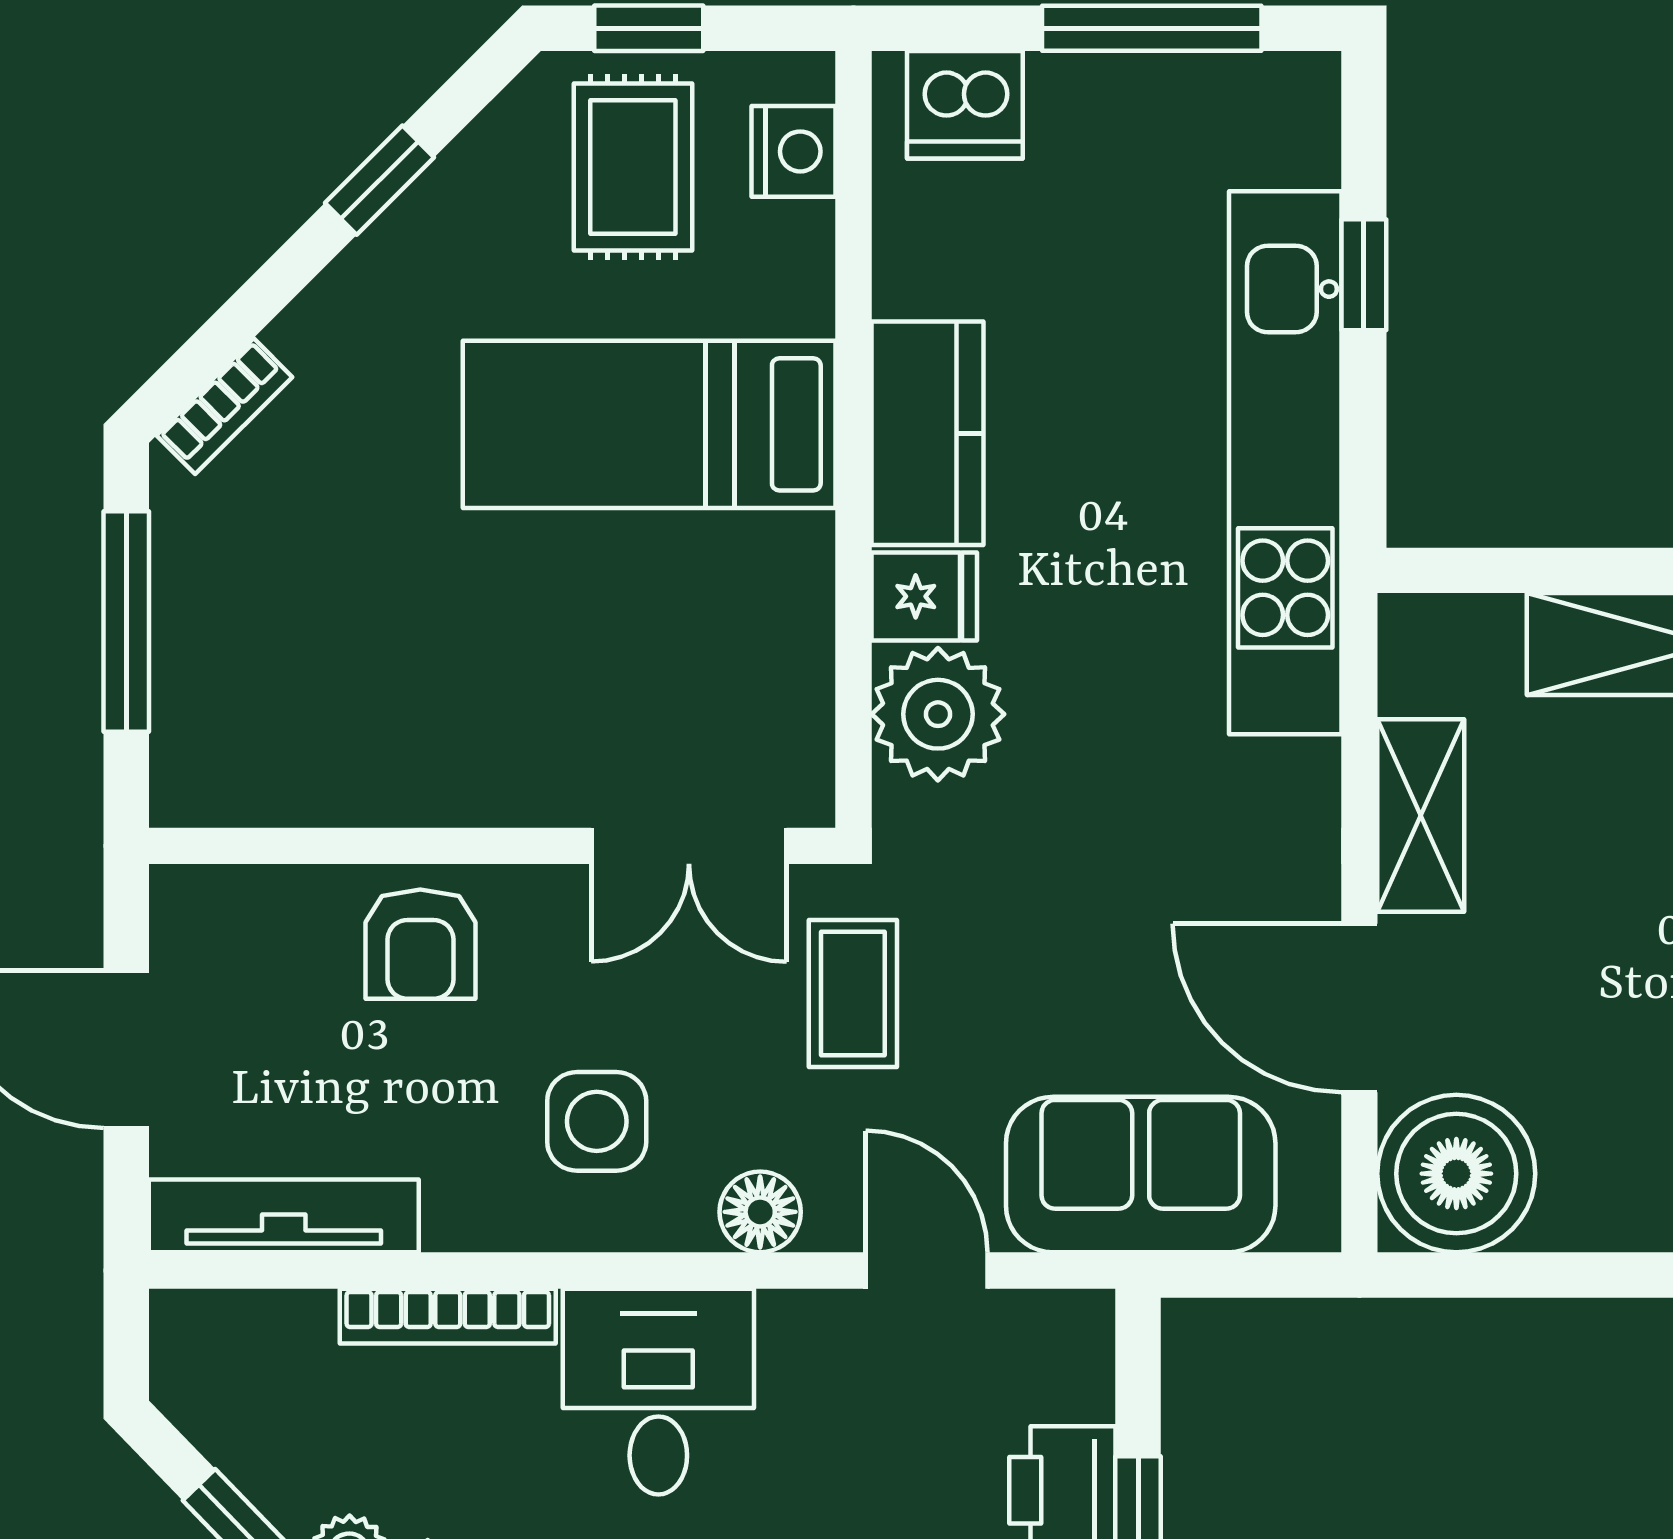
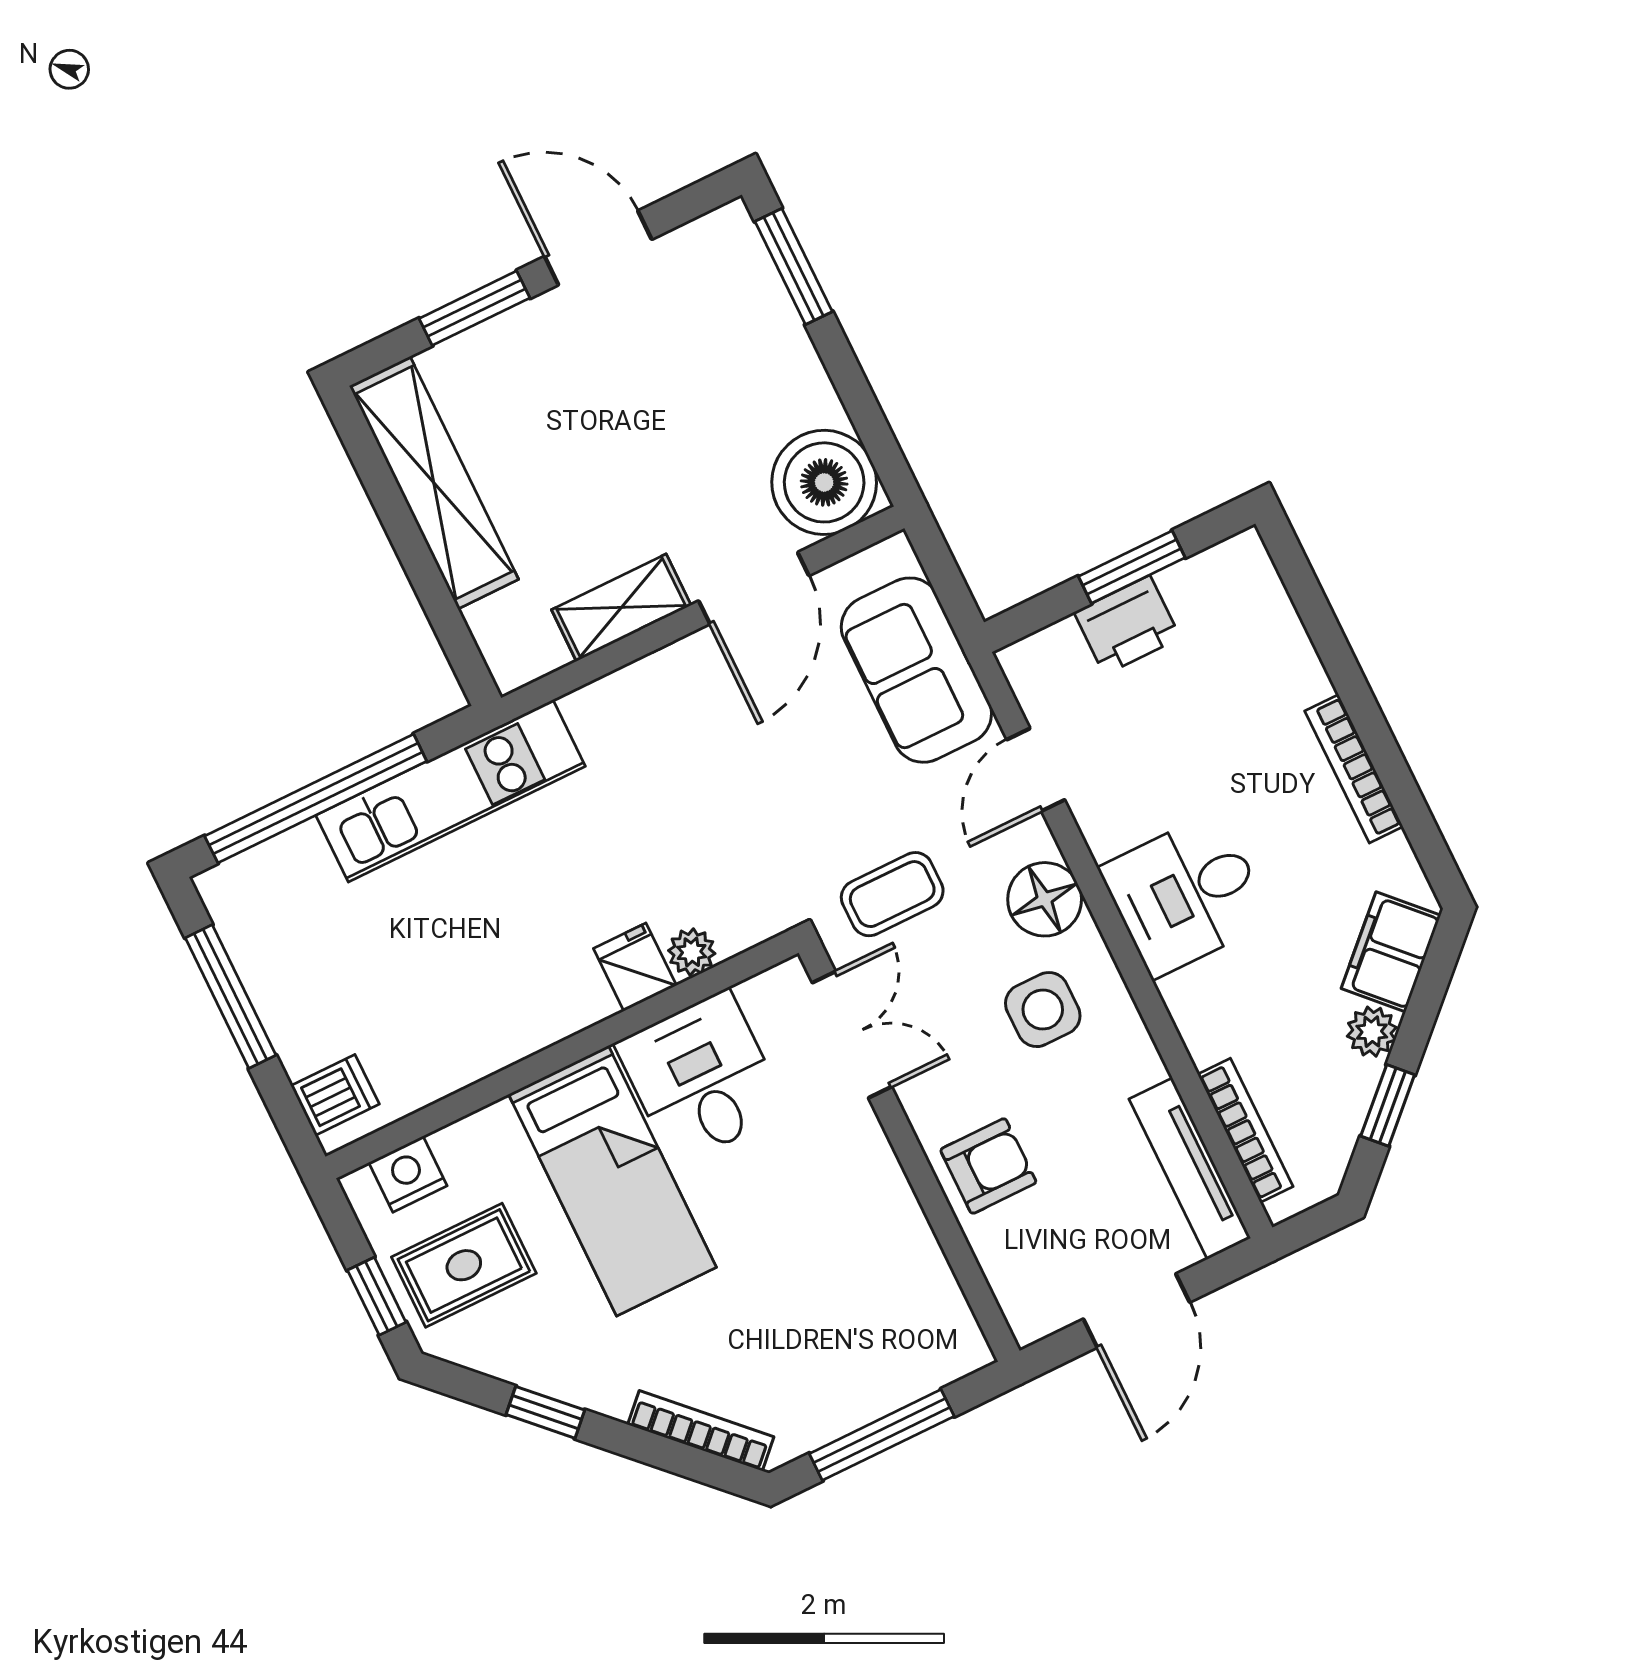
dishwasher: (965, 105) -> (335, 1095), width x0.73
window: (1364, 275) -> (316, 799), width x3.17
bookcase: (224, 406) -> (701, 1431), width x1.56
kitchen counter: (927, 433) -> (537, 1012), removed
kitchen unit: (1285, 463) -> (451, 791), width x0.73
desk: (730, 613) -> (701, 1078), added
plant: (938, 714) -> (692, 952), width x0.53, depth x0.53
floor lamp: (760, 1212) -> (1045, 899), width x1.38, depth x1.38
bookcase: (448, 1316) -> (1245, 1130), moved

